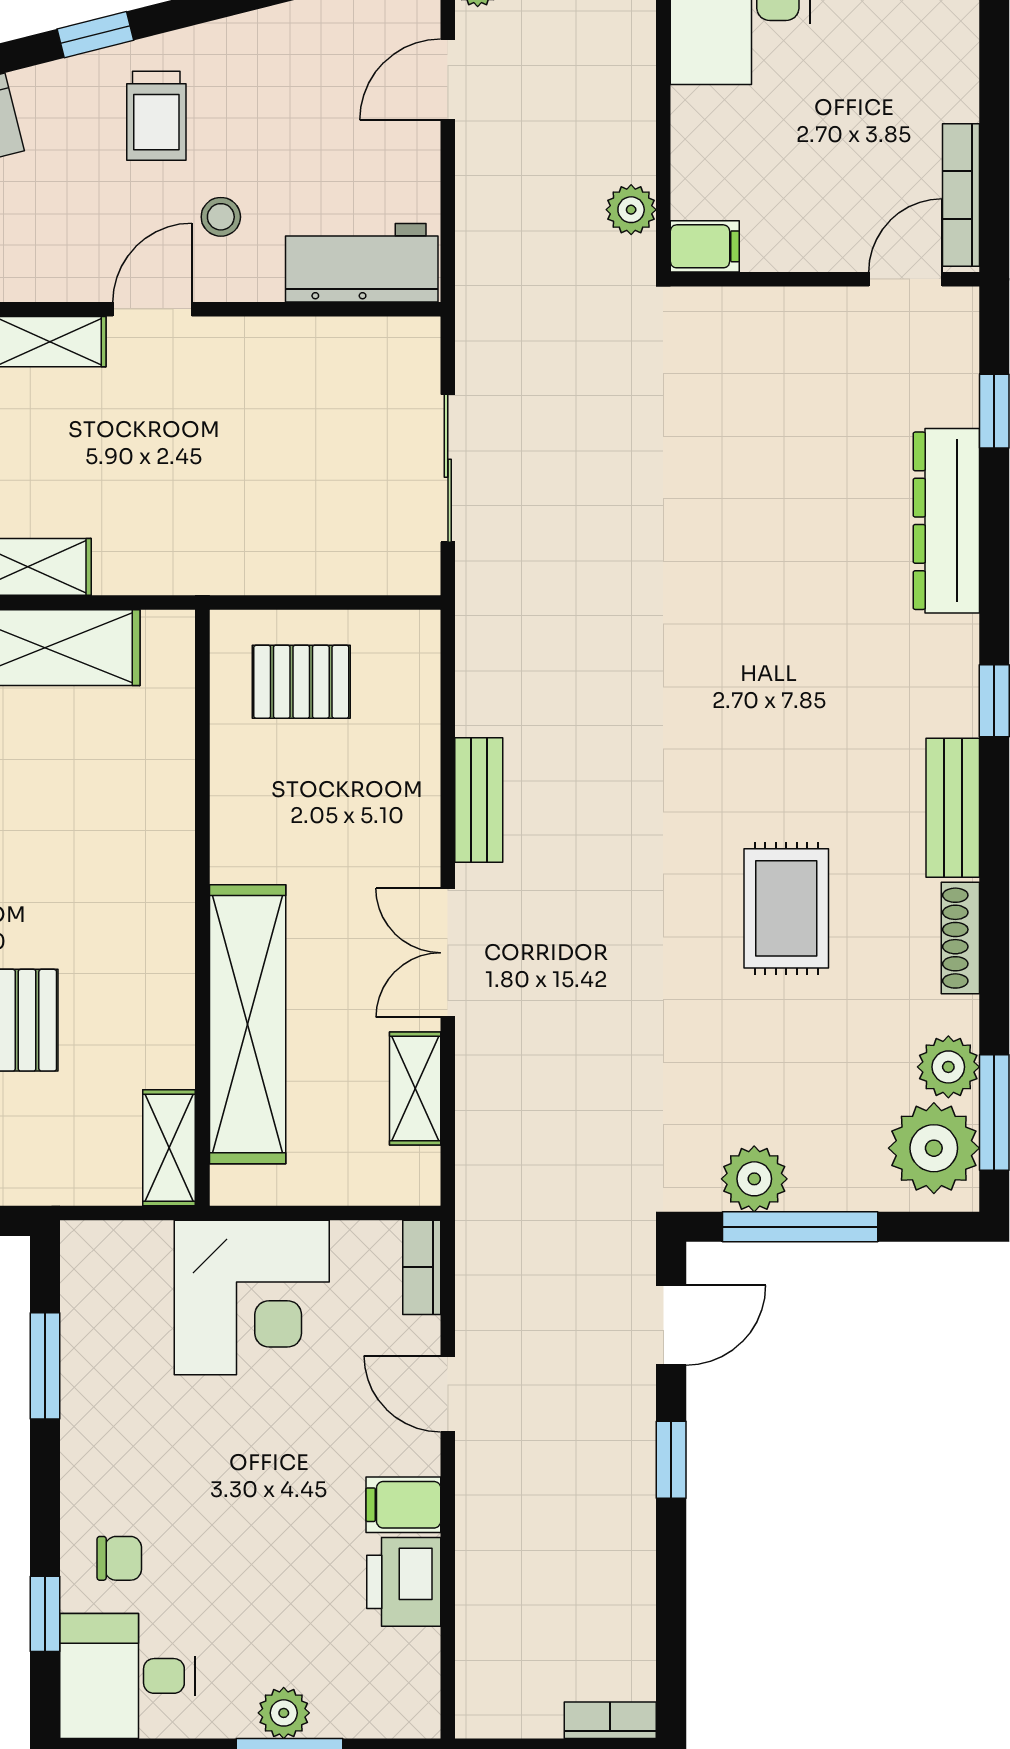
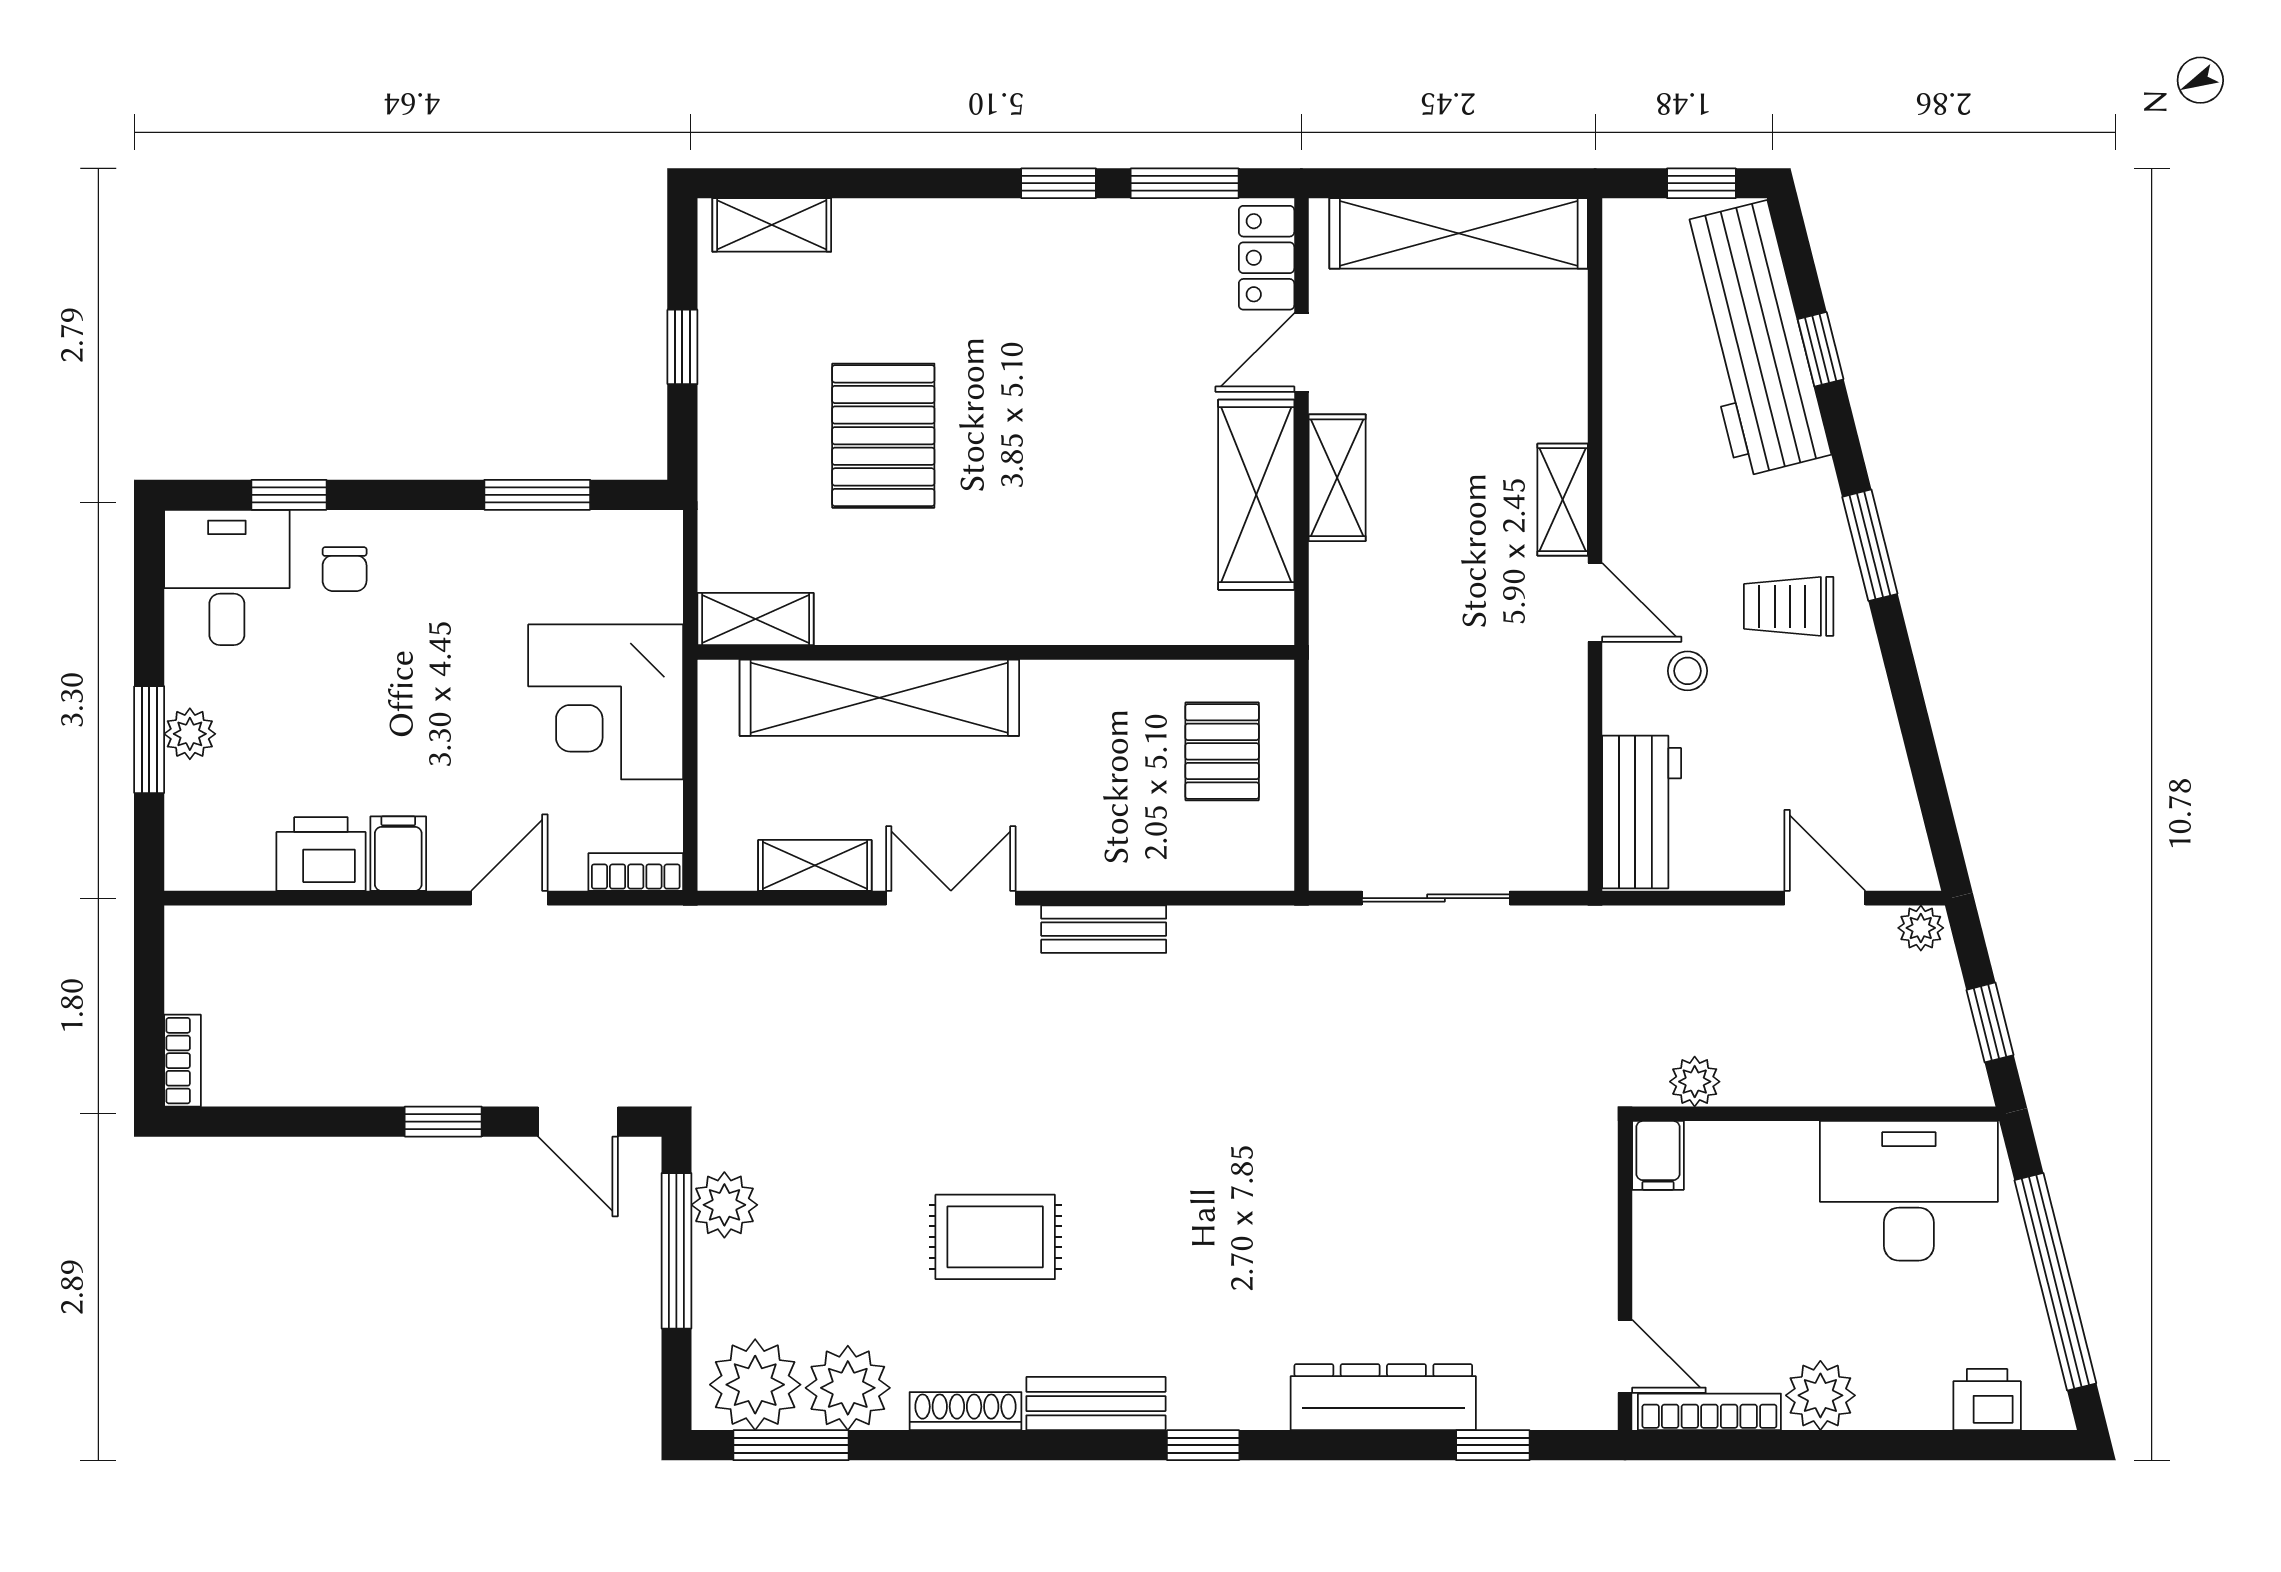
window: (95, 35) -> (1870, 545), width x1.50
plant: (945, 84) -> (1820, 1395), added
plant: (948, 1067) -> (848, 1388), width x1.36, depth x1.36

